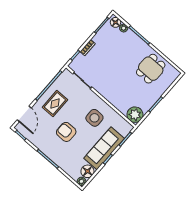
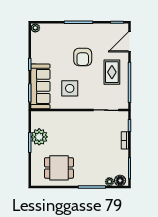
dining table: (151, 69) -> (59, 168), turned 90
door: (24, 114) -> (129, 42), hinge flipped
plant: (135, 115) -> (39, 137), moved
armchair: (66, 132) -> (83, 57), turned 90
sofa: (104, 148) -> (40, 86), moved
floor lamp: (87, 171) -> (38, 40), removed

